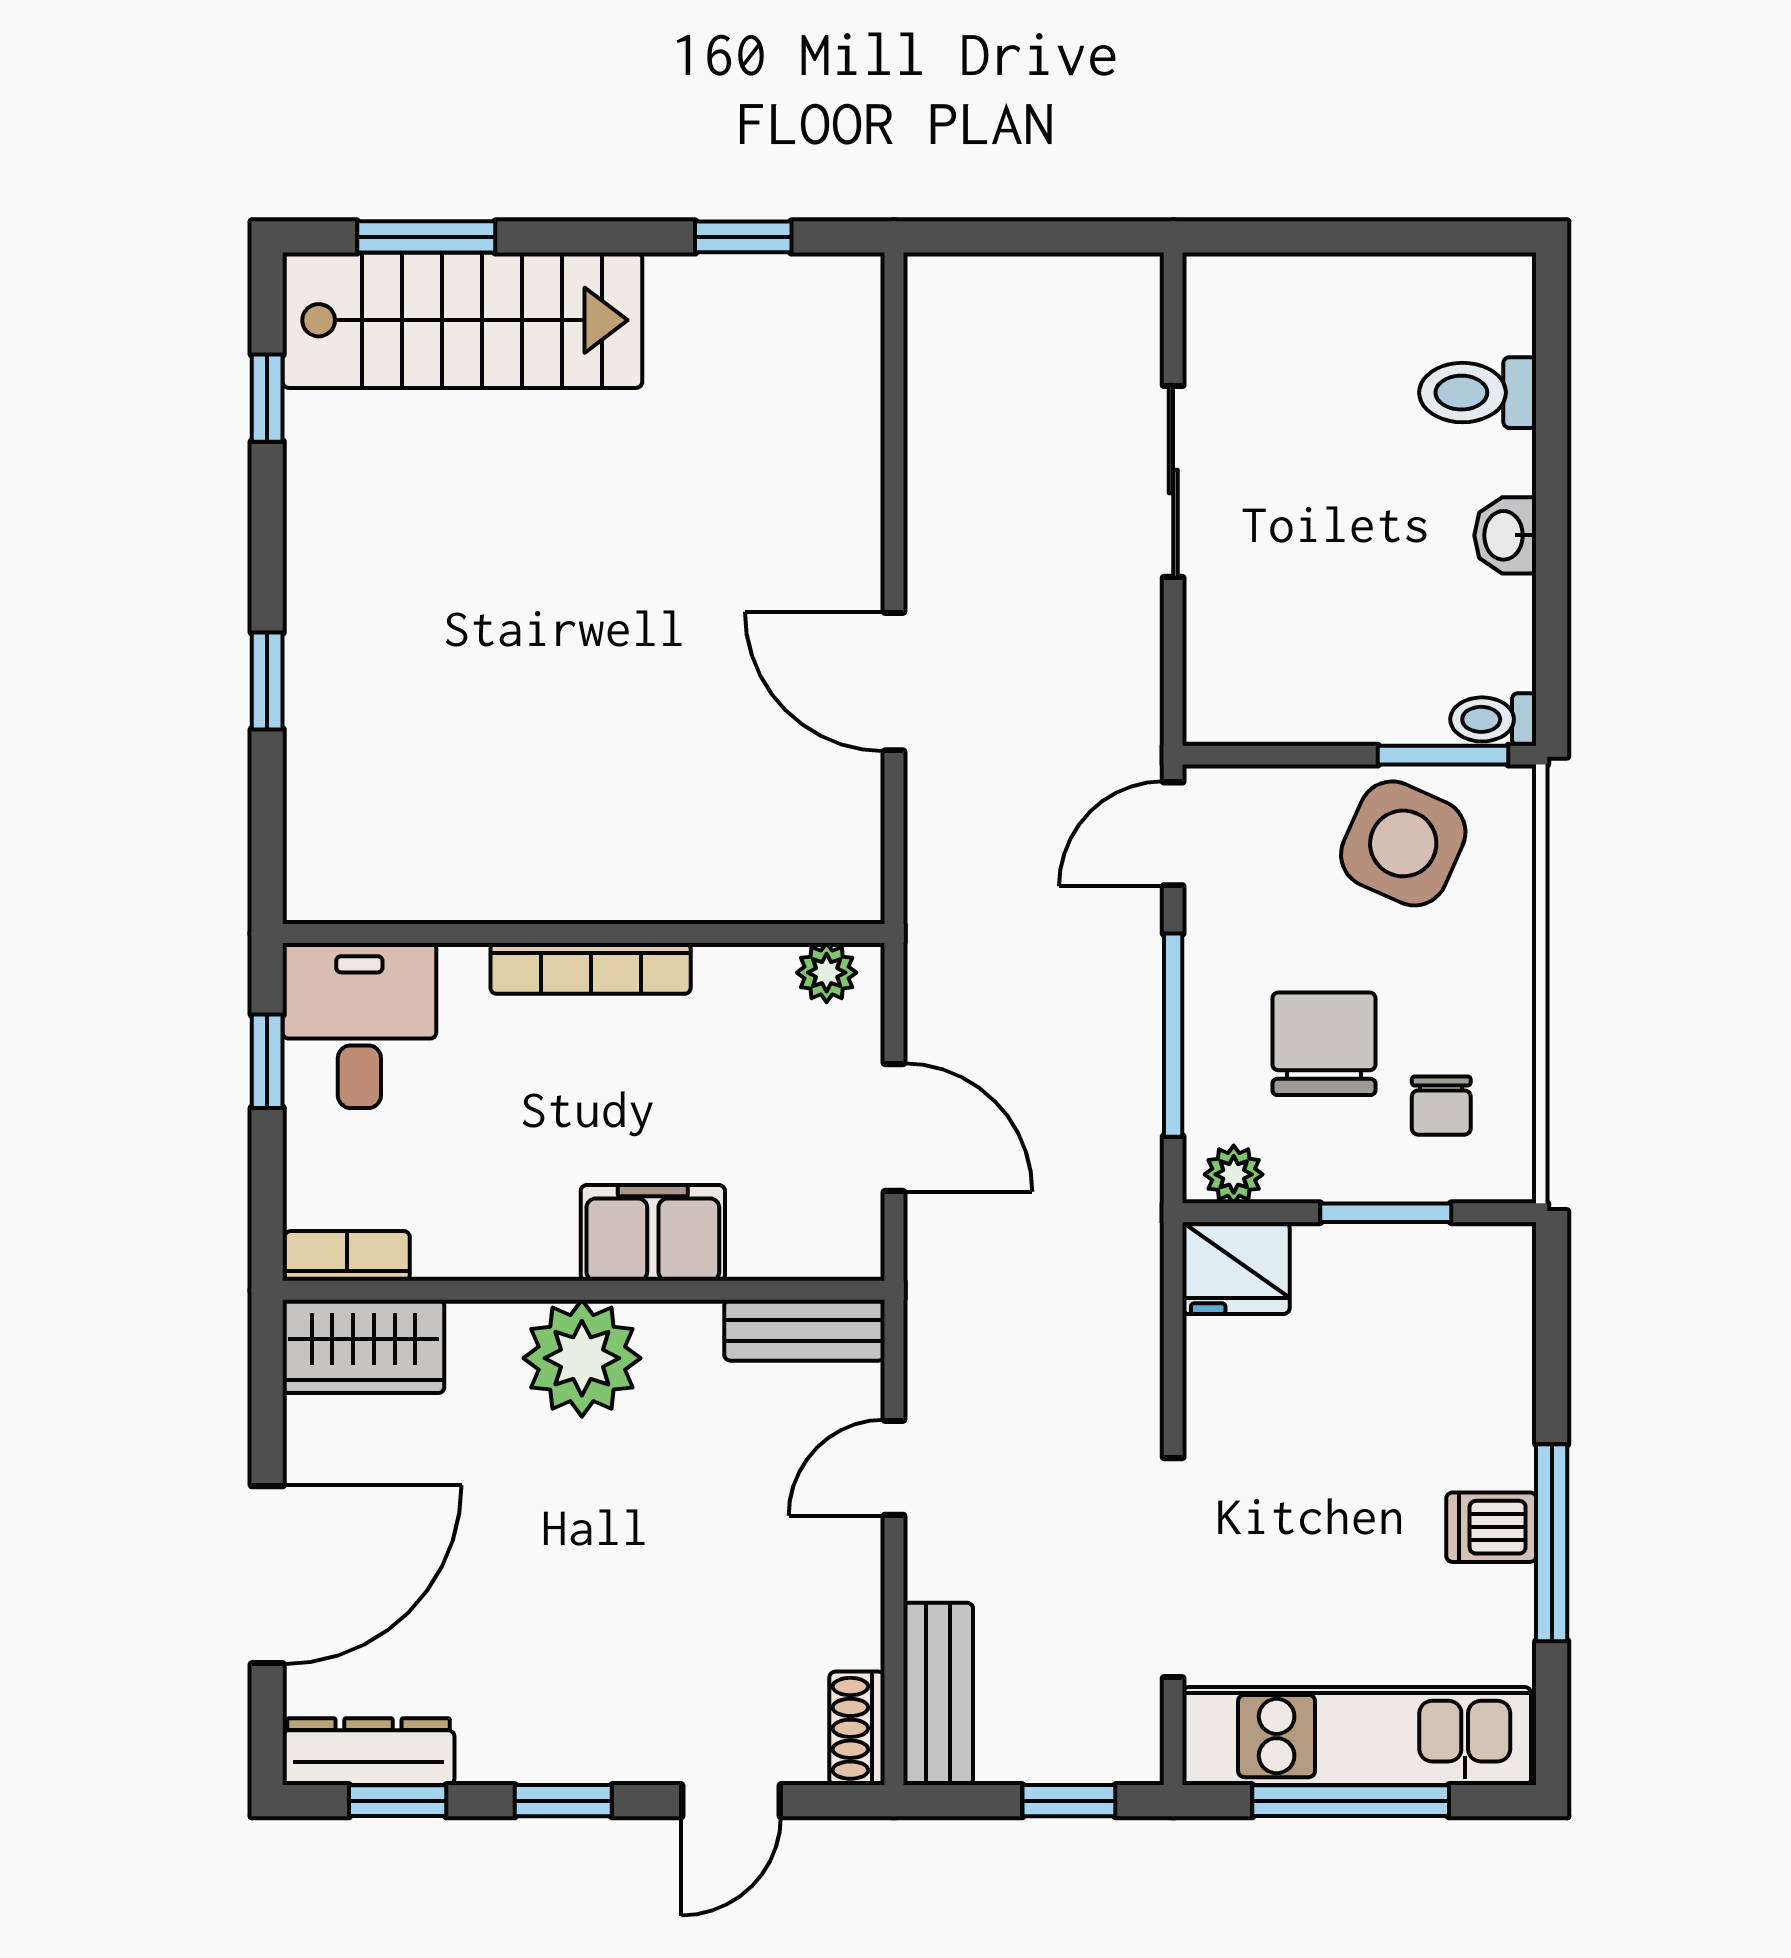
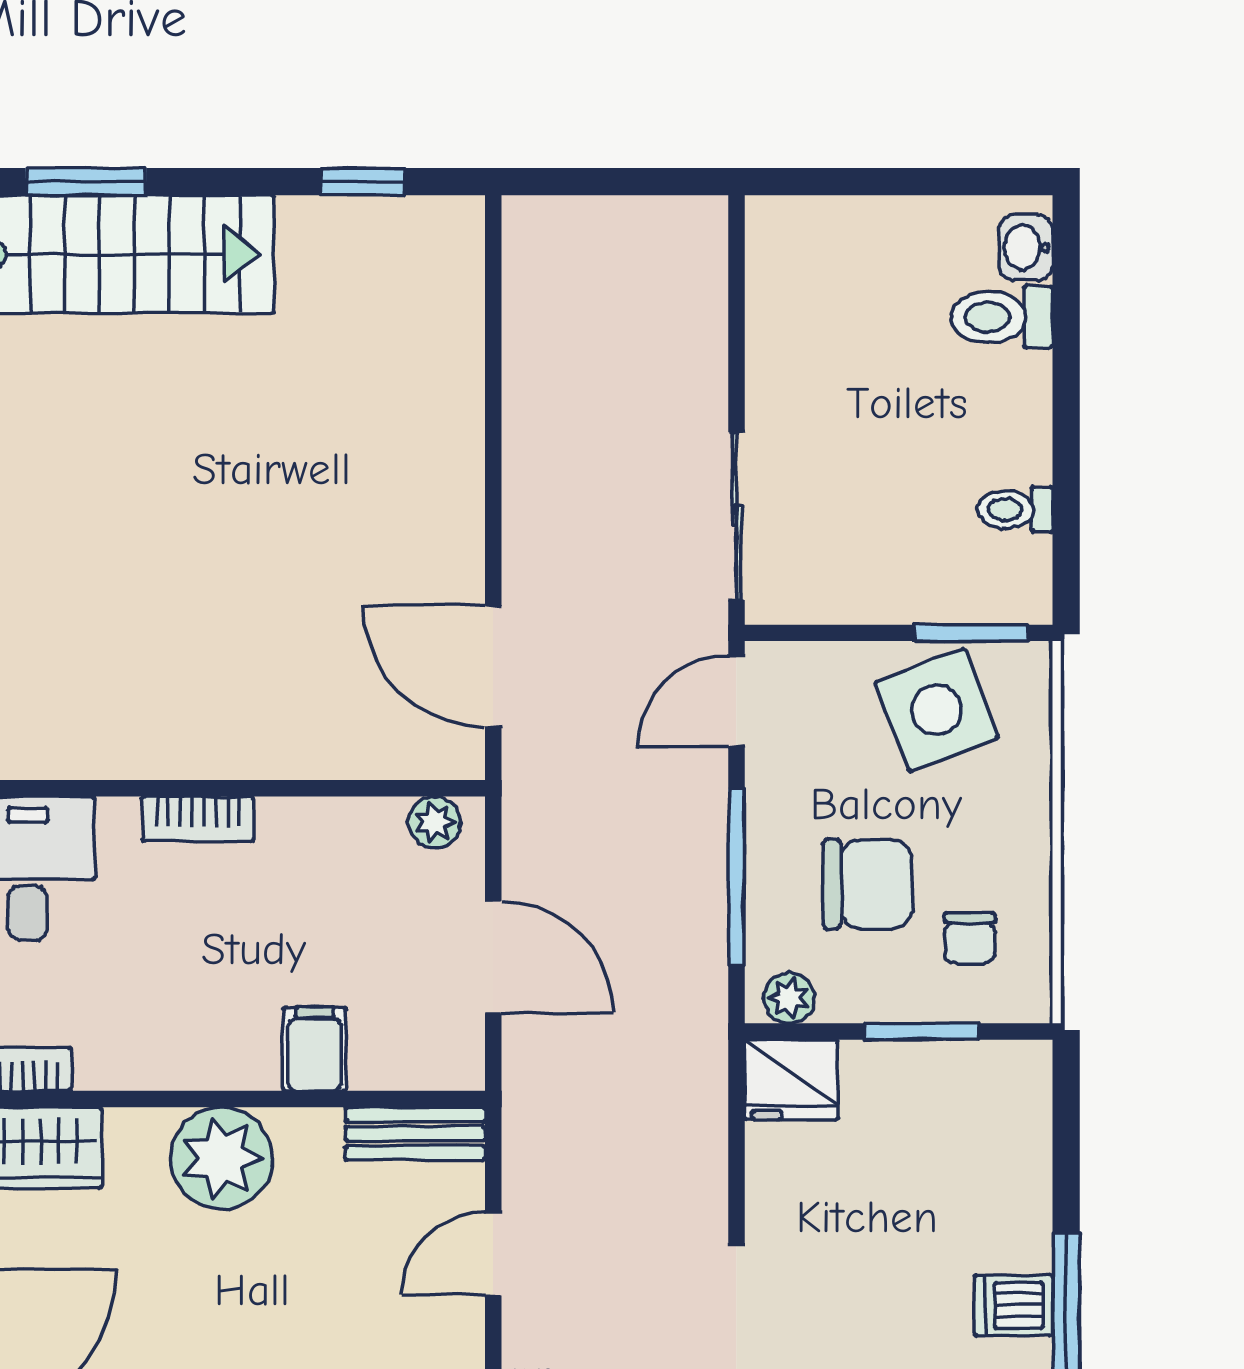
sliding door: (1173, 481) -> (736, 516), moved
washbasin: (1505, 535) -> (1026, 248), moved
door: (894, 682) -> (493, 667), moved
toilet: (1493, 719) -> (1015, 510), moved
side table: (1403, 843) -> (937, 710), turned 45
bookcase: (591, 968) -> (198, 819), width x0.64
chair: (1324, 1044) -> (868, 884), turned 90
filing cabinet: (653, 1233) -> (315, 1049), width x0.50

